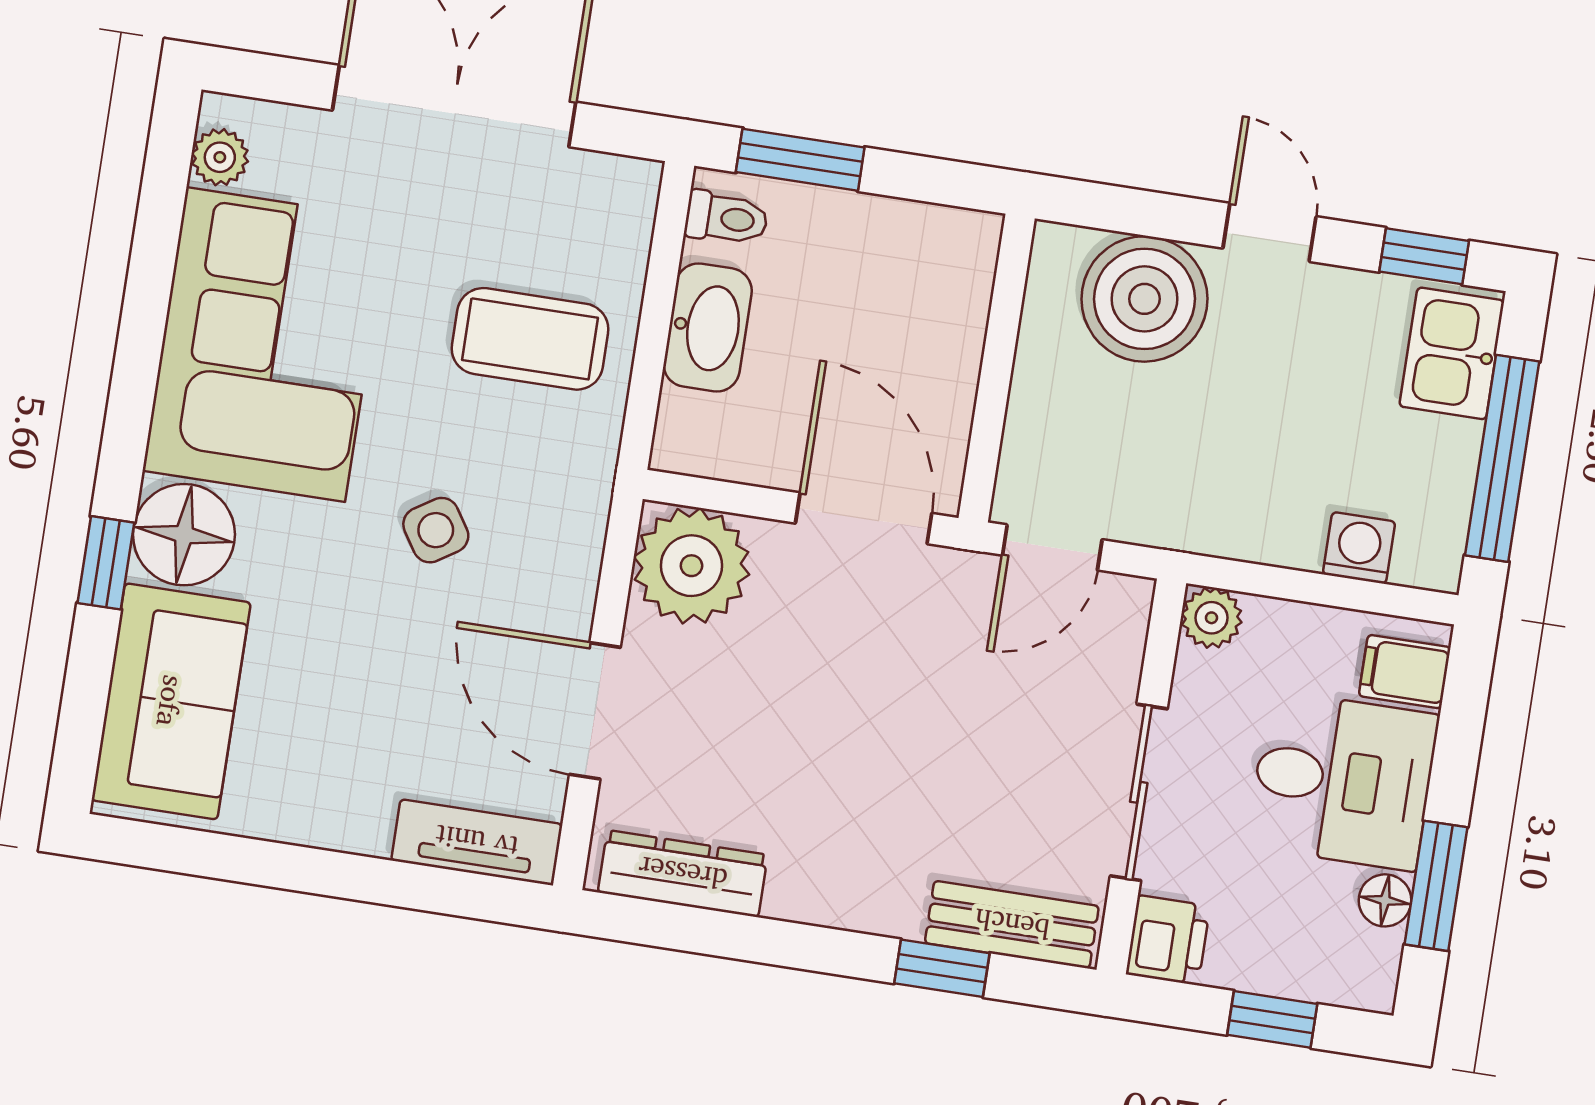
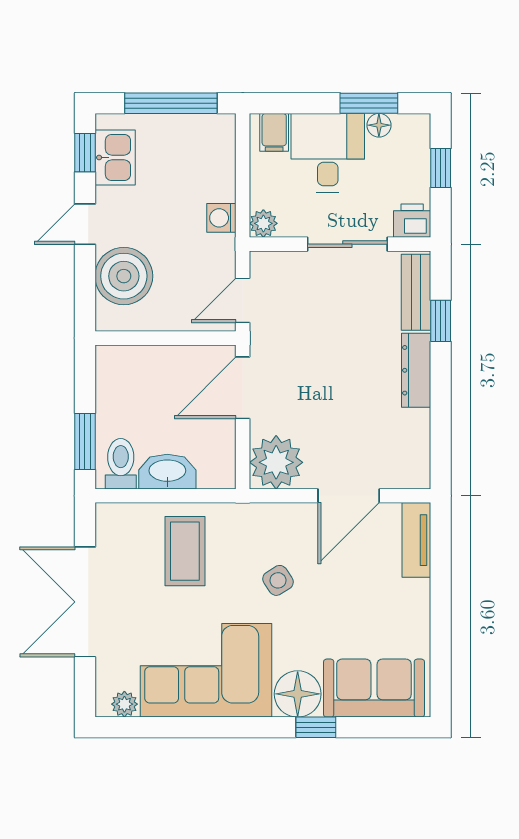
toilet: (726, 218) -> (121, 464), width x1.37, depth x1.39
kitchen sink: (1452, 353) -> (115, 157), moved, turned -90
door: (1052, 547) -> (243, 300), swing flipped
washing machine: (1359, 548) -> (221, 218), moved
dresser: (683, 874) -> (416, 370), moved

